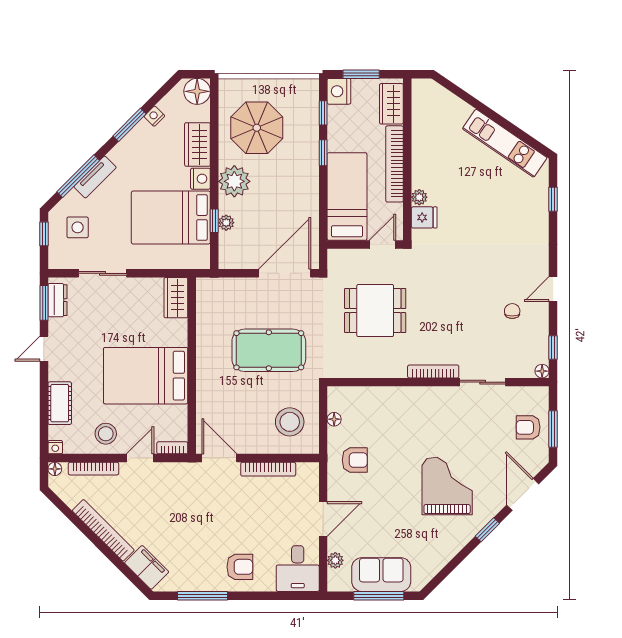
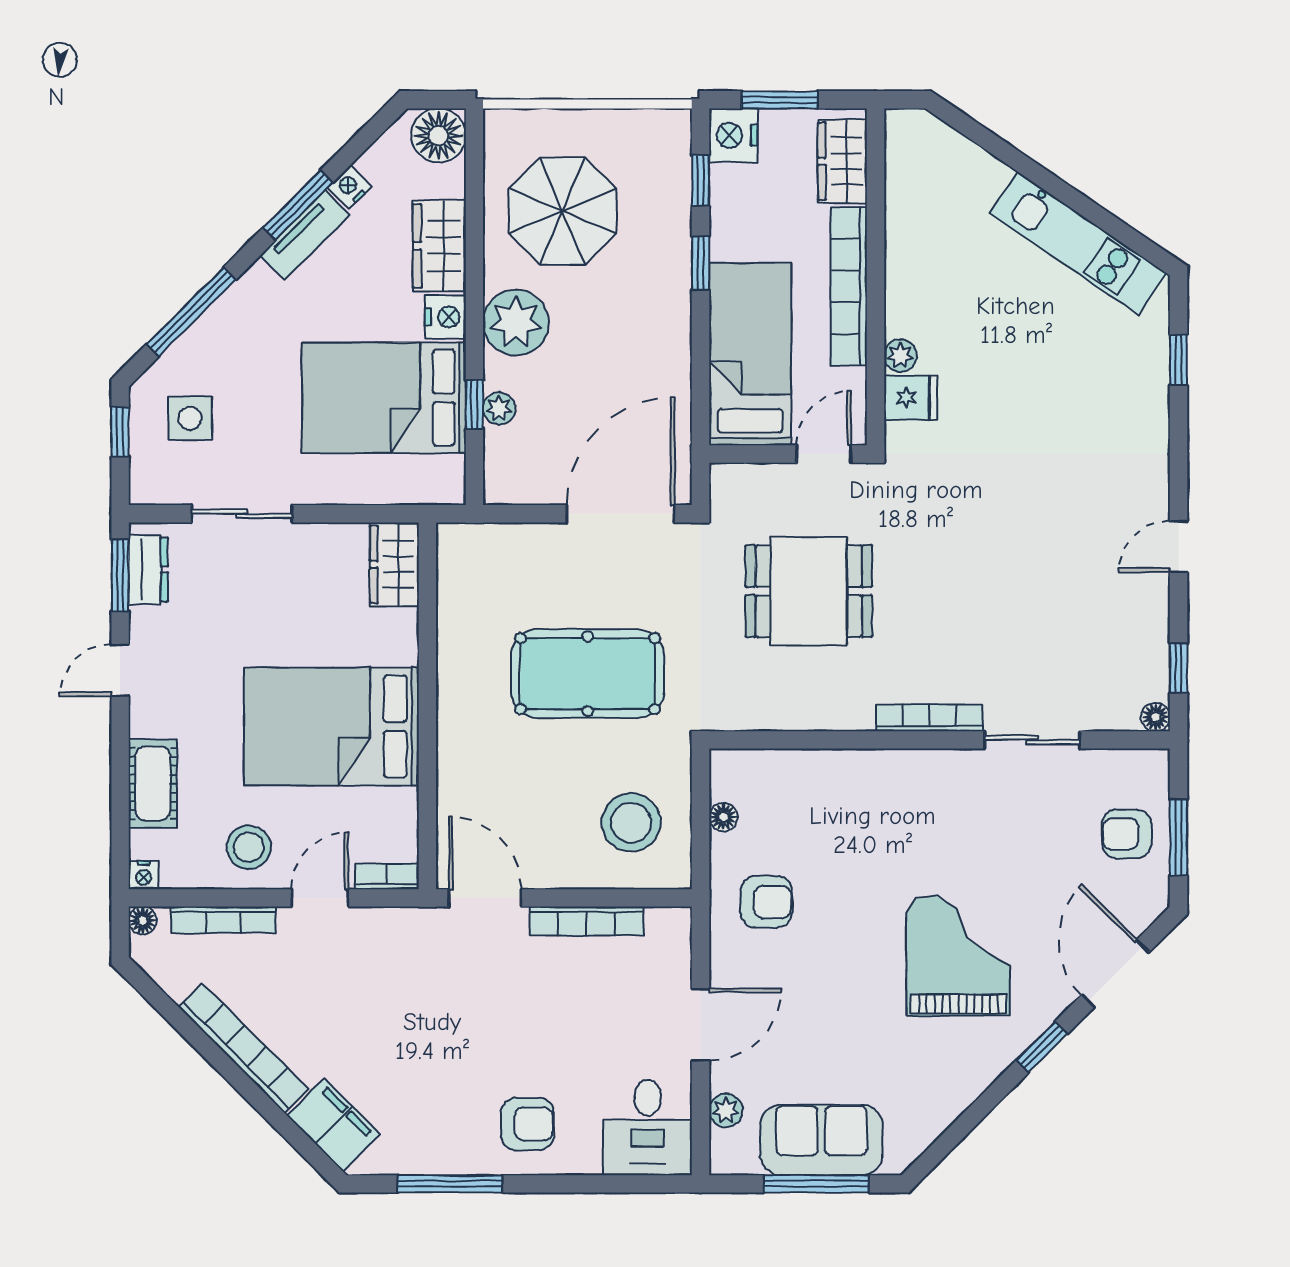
tv unit: (95, 177) -> (305, 235), moved
chair: (512, 311) -> (1094, 592), removed

